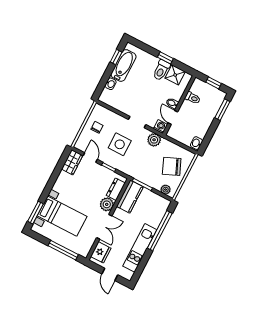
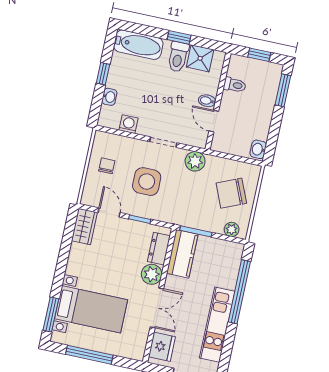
window: (116, 57) -> (103, 74), moved
bathtub: (123, 65) -> (138, 45), moved, turned 90
washing machine: (160, 127) -> (128, 124), moved
window: (63, 250) -> (89, 355), moved

